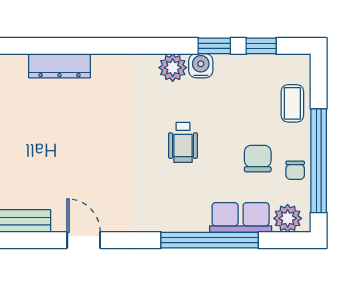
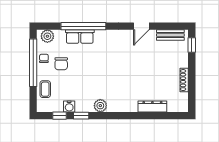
water cooler: (201, 66) -> (69, 106), moved
wheelchair: (183, 142) -> (96, 71), removed
row of seats: (241, 218) -> (80, 37), moved
door: (84, 240) -> (141, 26), hinge flipped

